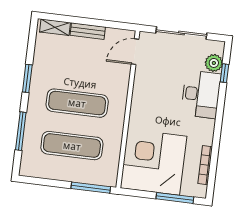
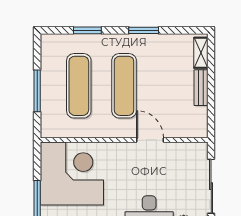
door: (135, 52) -> (150, 140), moved
window: (21, 131) -> (87, 30), width x0.69
window: (91, 188) -> (37, 91), moved

